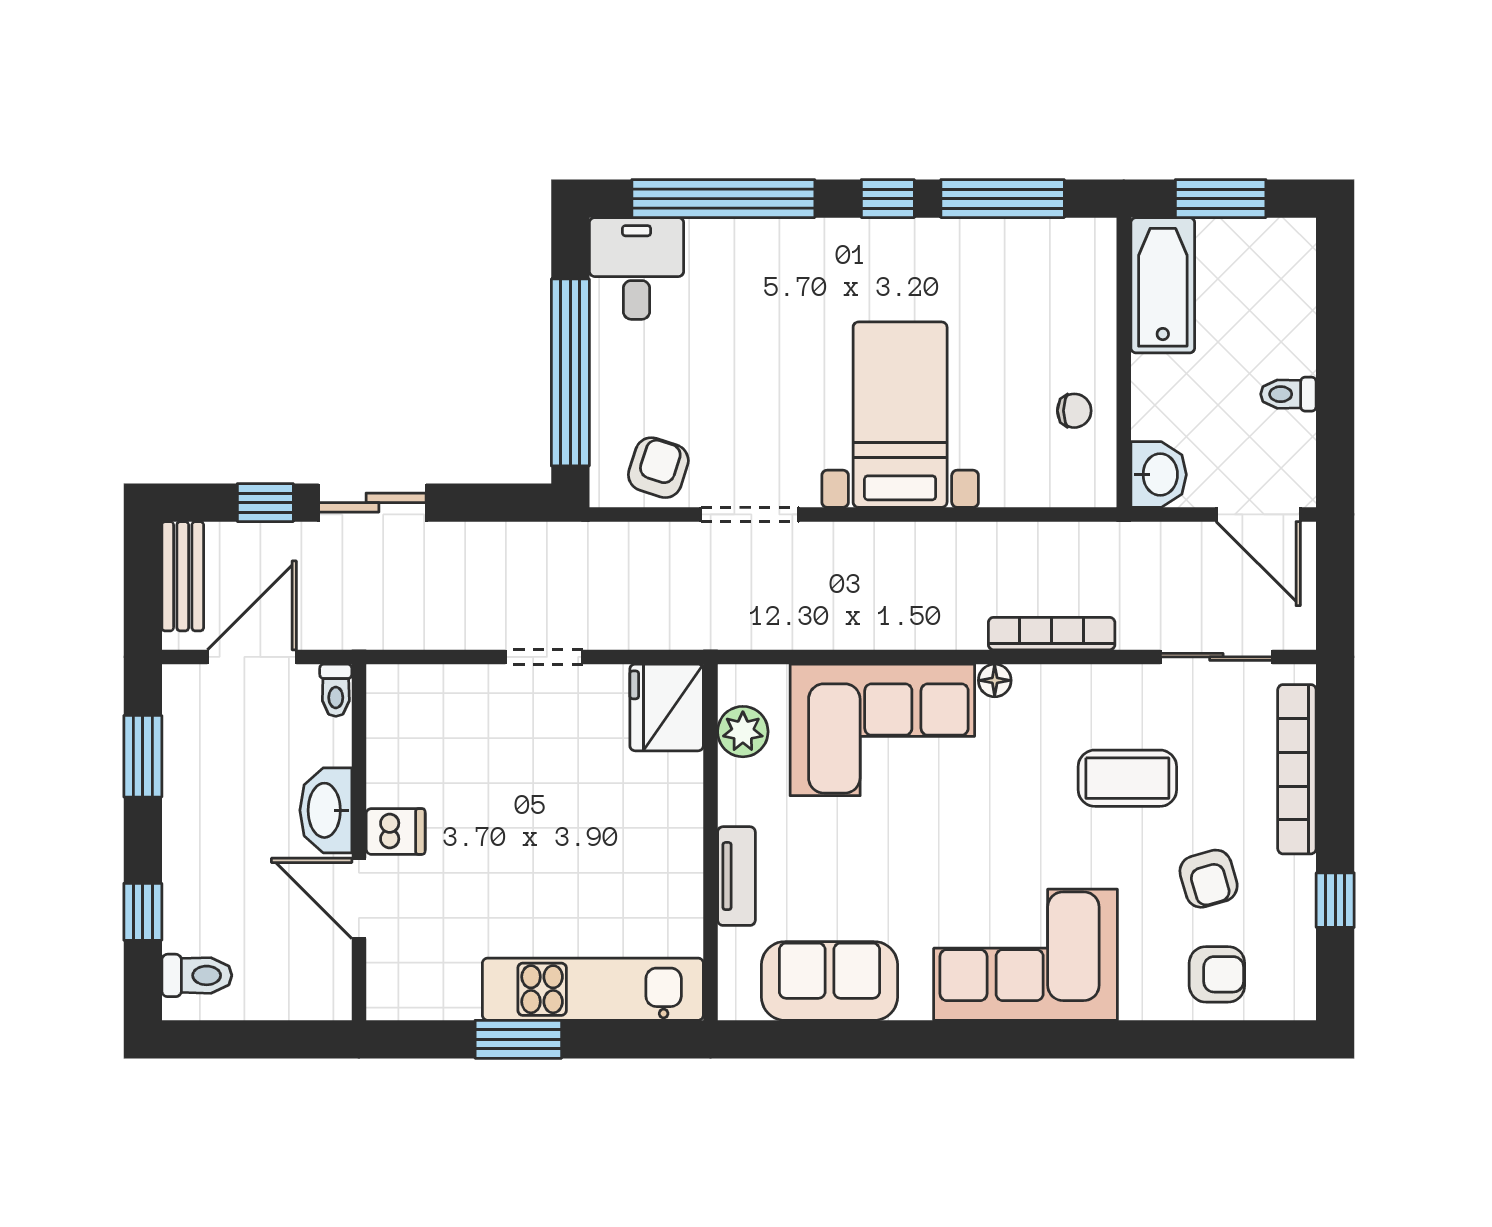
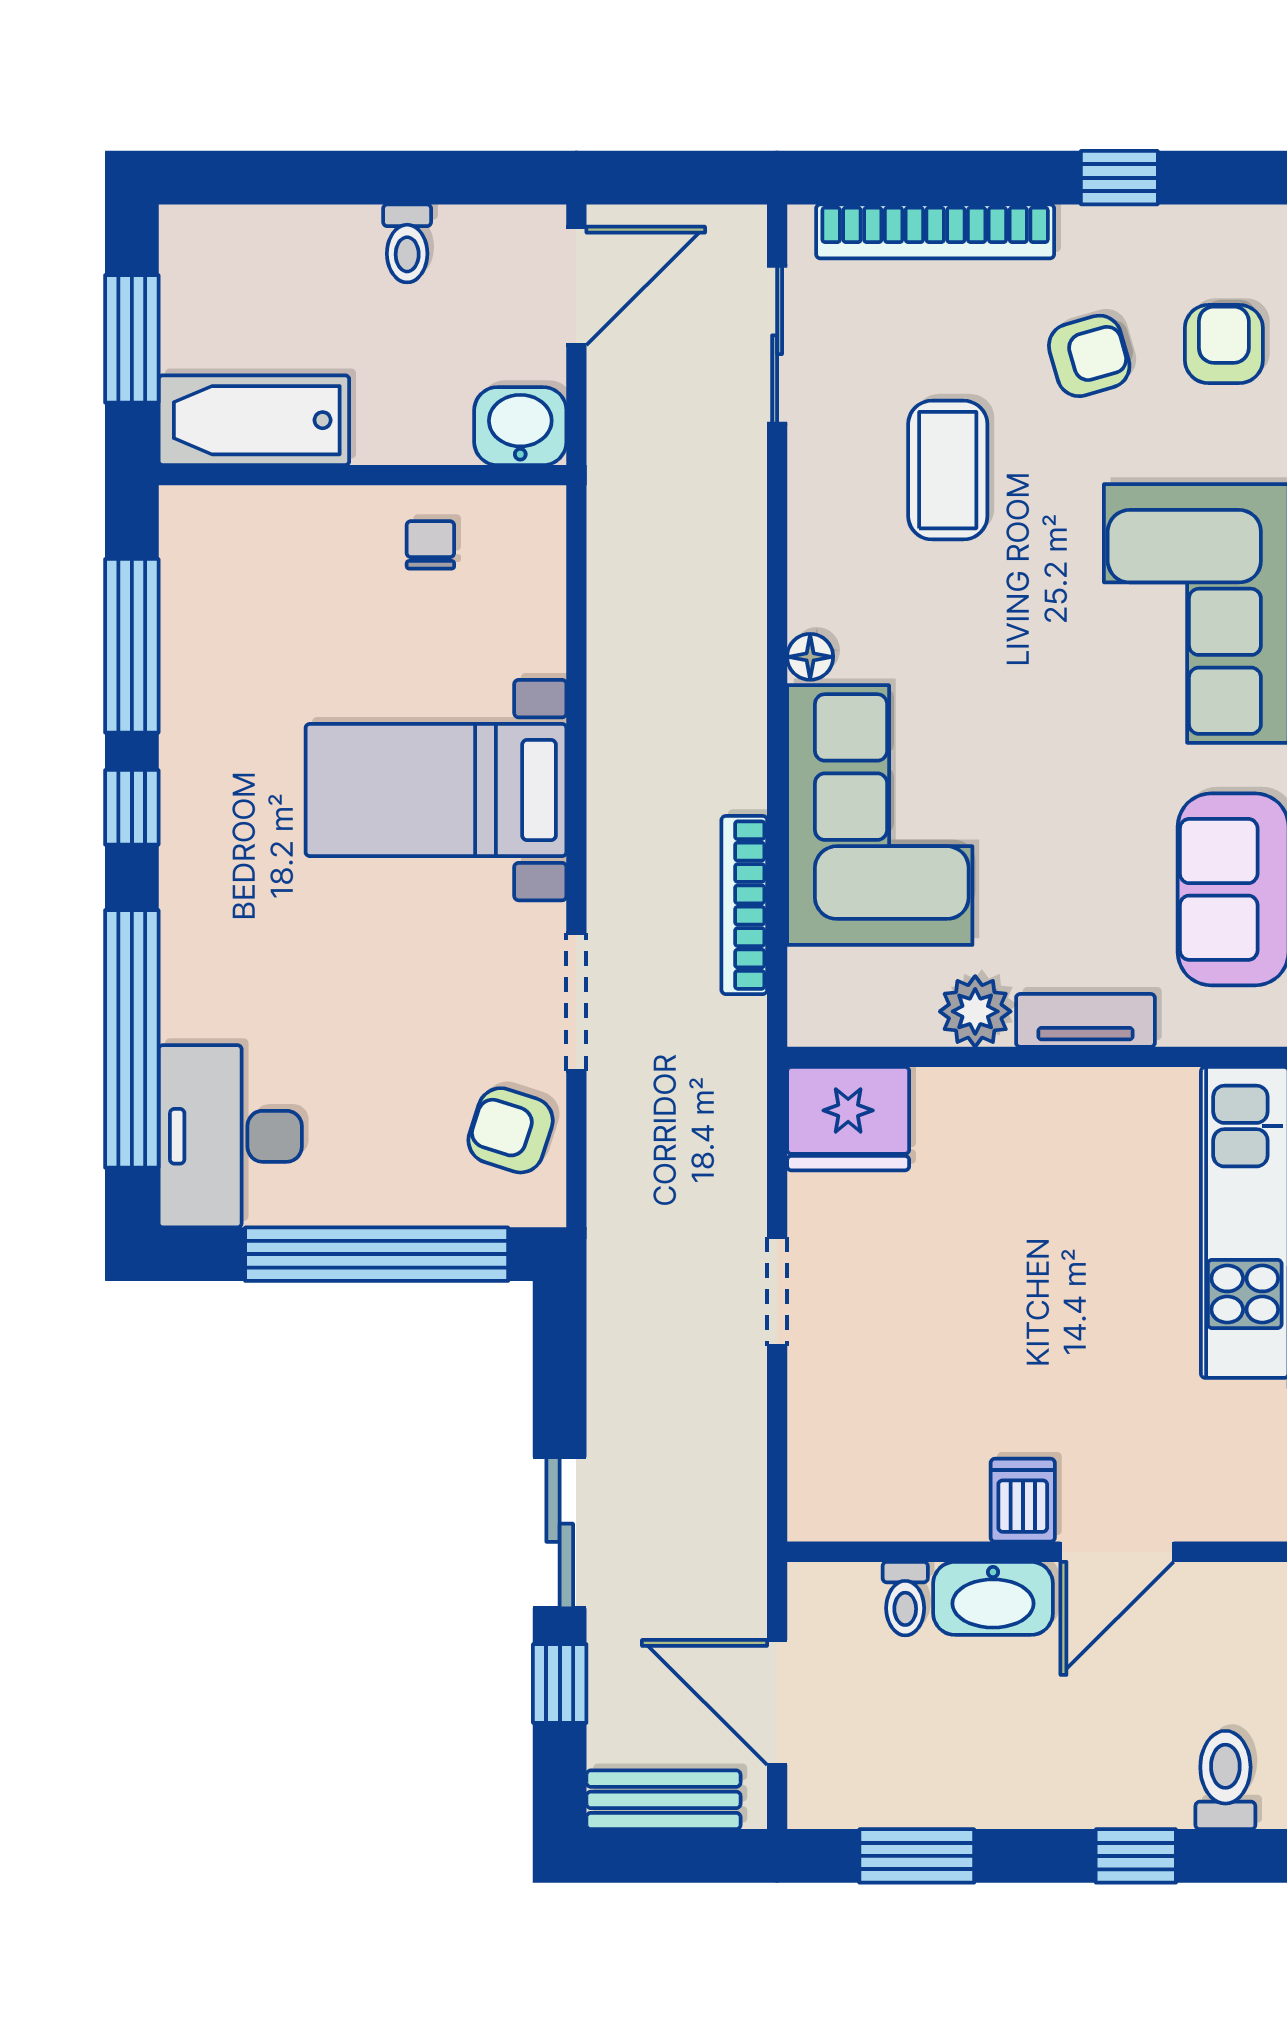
desk: (637, 268) -> (230, 1136), width x1.37
bookcase: (1052, 634) -> (744, 905), moved
toilet: (336, 690) -> (905, 1599), moved, turned 90
plant: (743, 732) -> (975, 1011), moved

